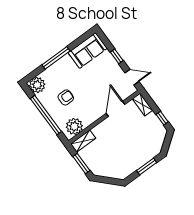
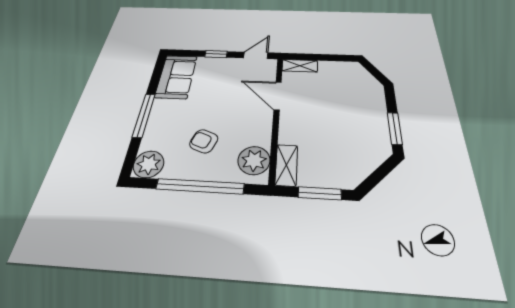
armchair: (66, 97) -> (204, 141), turned -69
window: (162, 118) -> (336, 58), removed
window: (147, 167) -> (395, 128), moved

